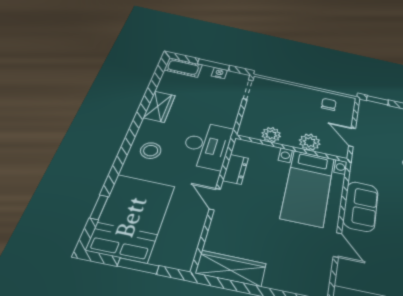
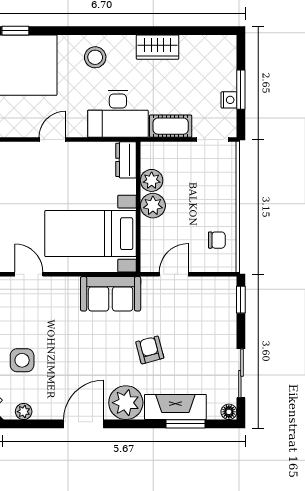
cot: (183, 67) -> (171, 126), moved, turned 90
plant: (310, 142) -> (153, 206), moved
dresser: (236, 169) -> (126, 160), moved, turned 90
sofa: (361, 206) -> (111, 294), moved
door: (337, 245) -> (29, 274), swing flipped

